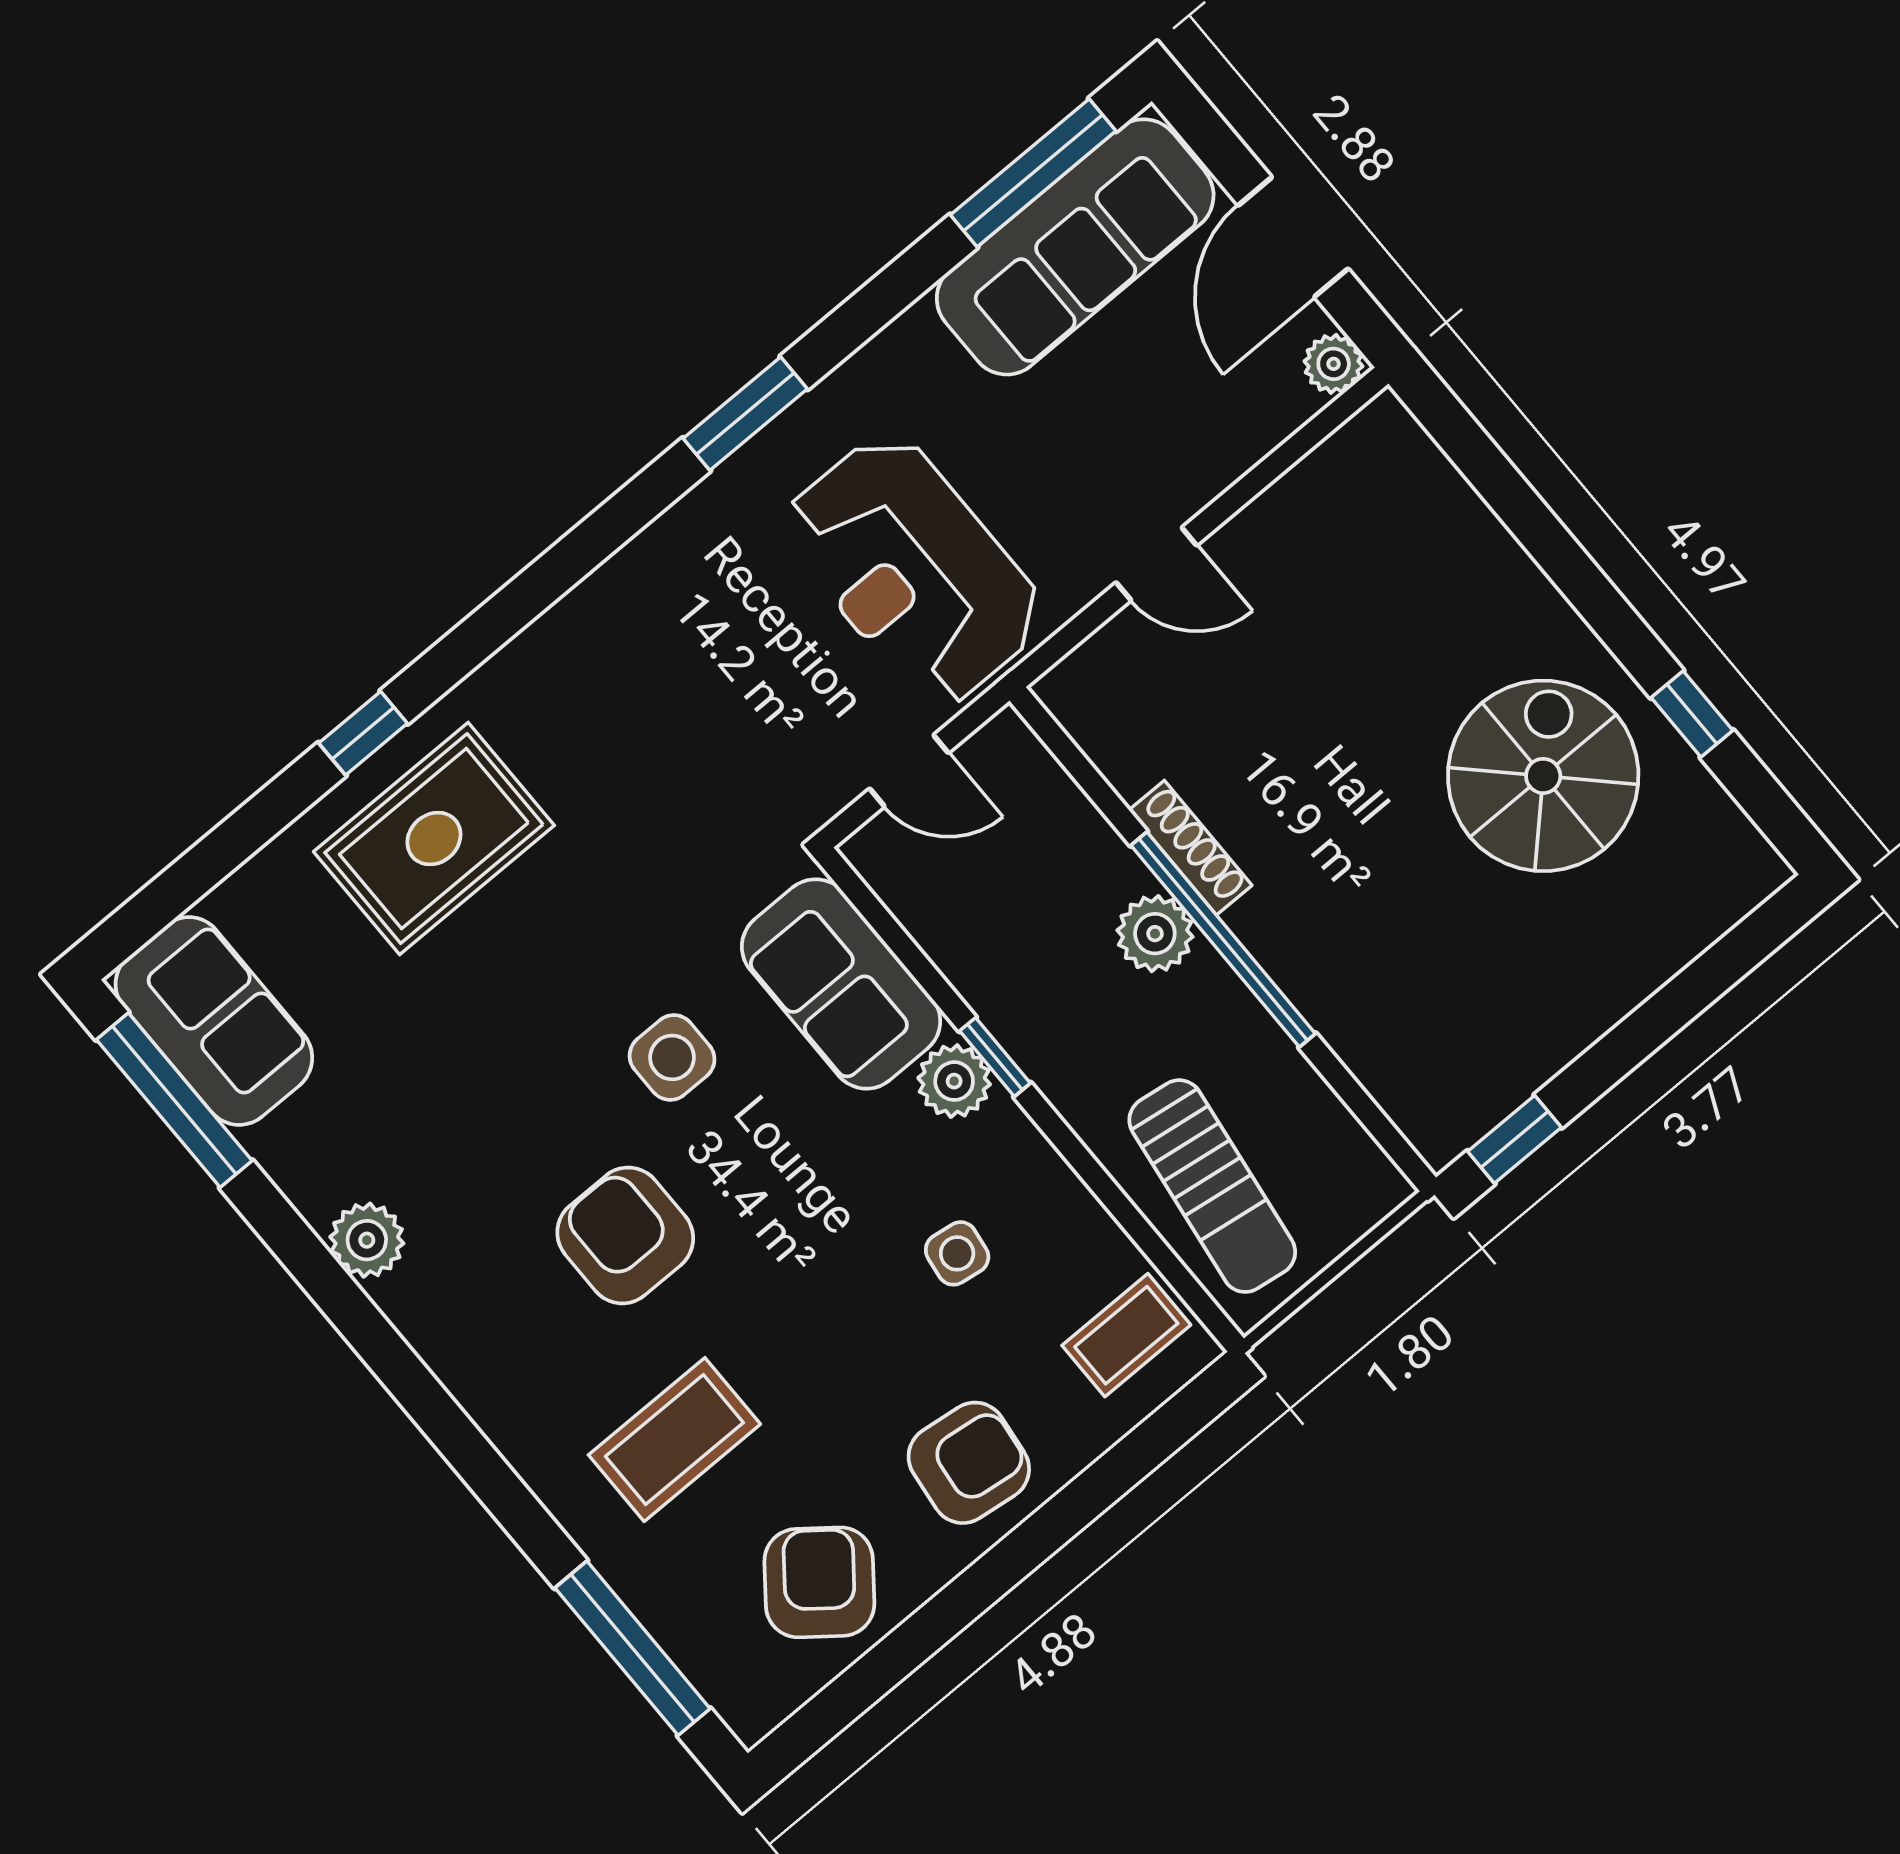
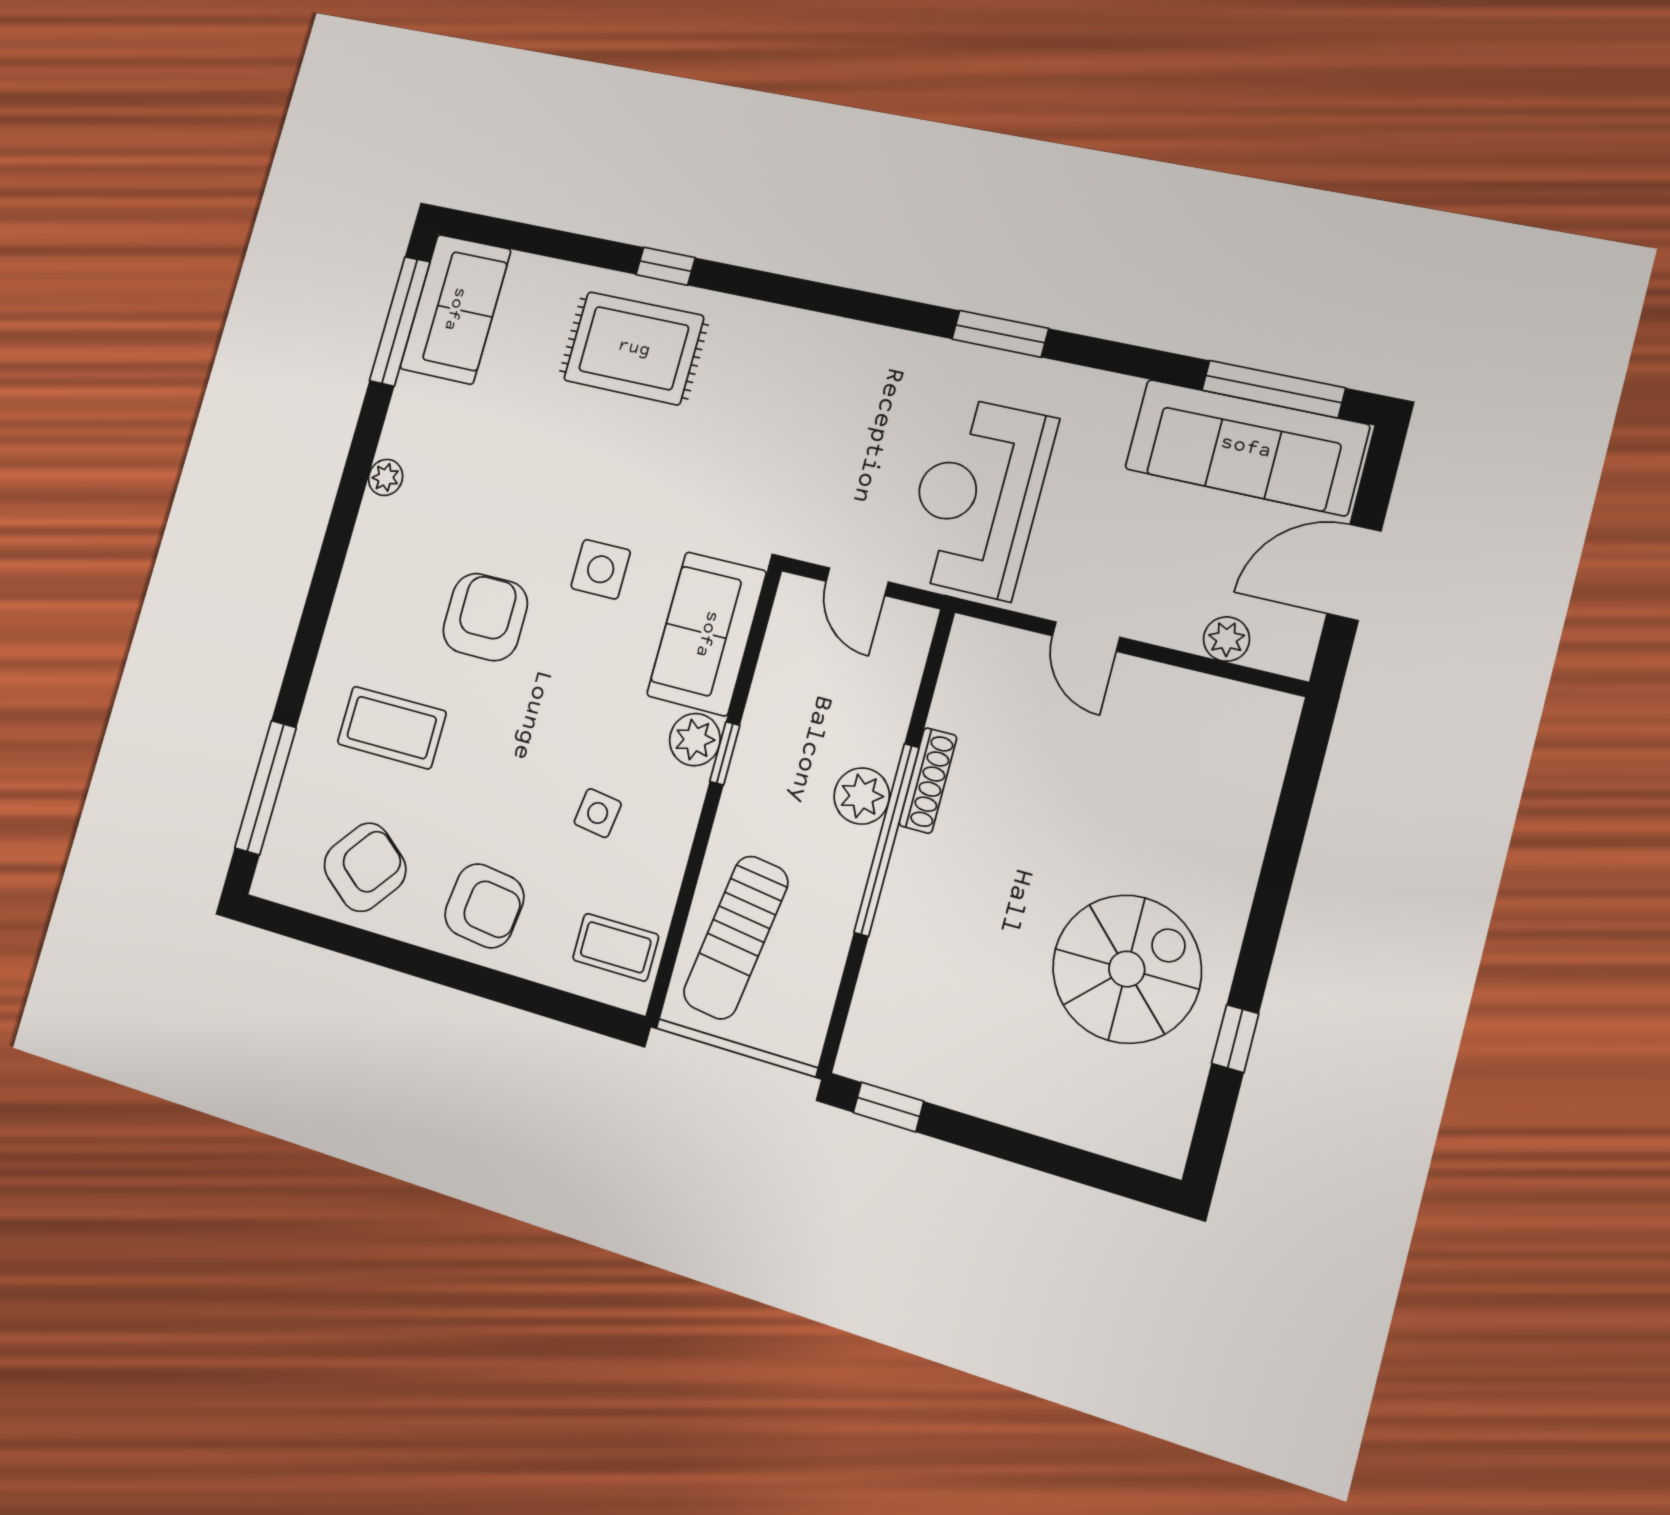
plant: (1334, 364) -> (1226, 639), moved
plant: (367, 1240) -> (386, 477), width x0.73, depth x0.73

